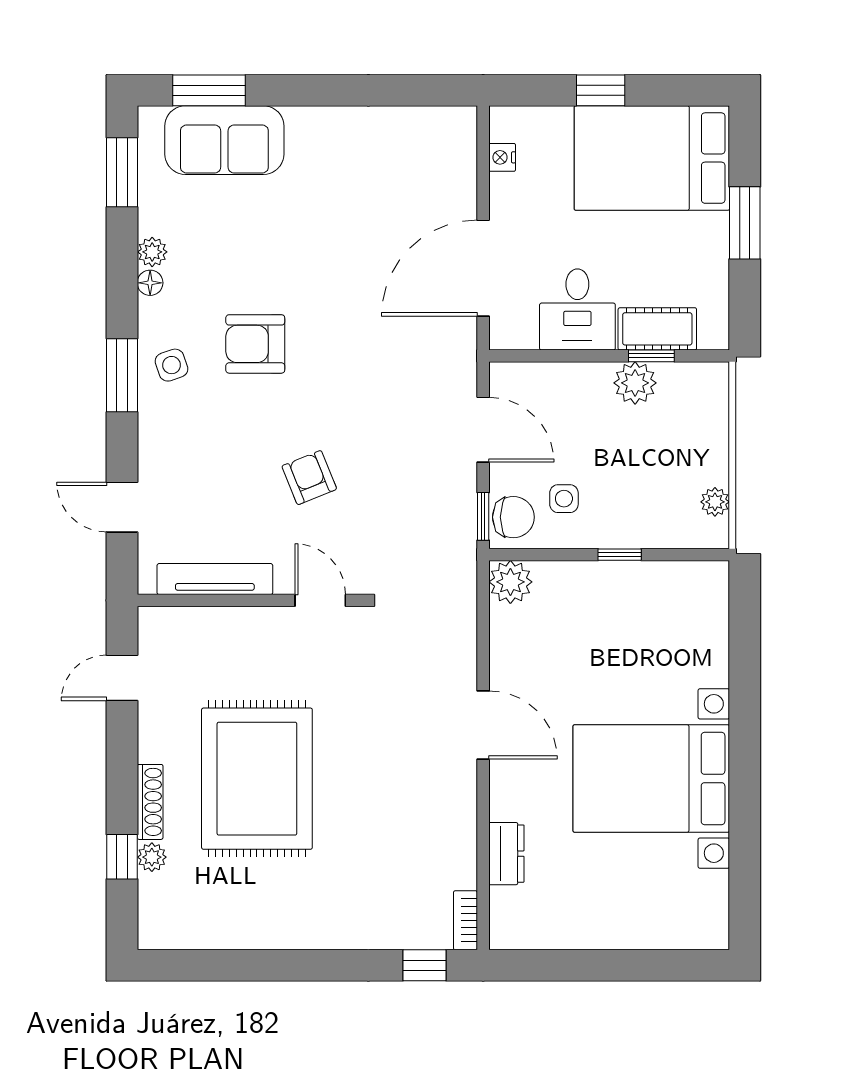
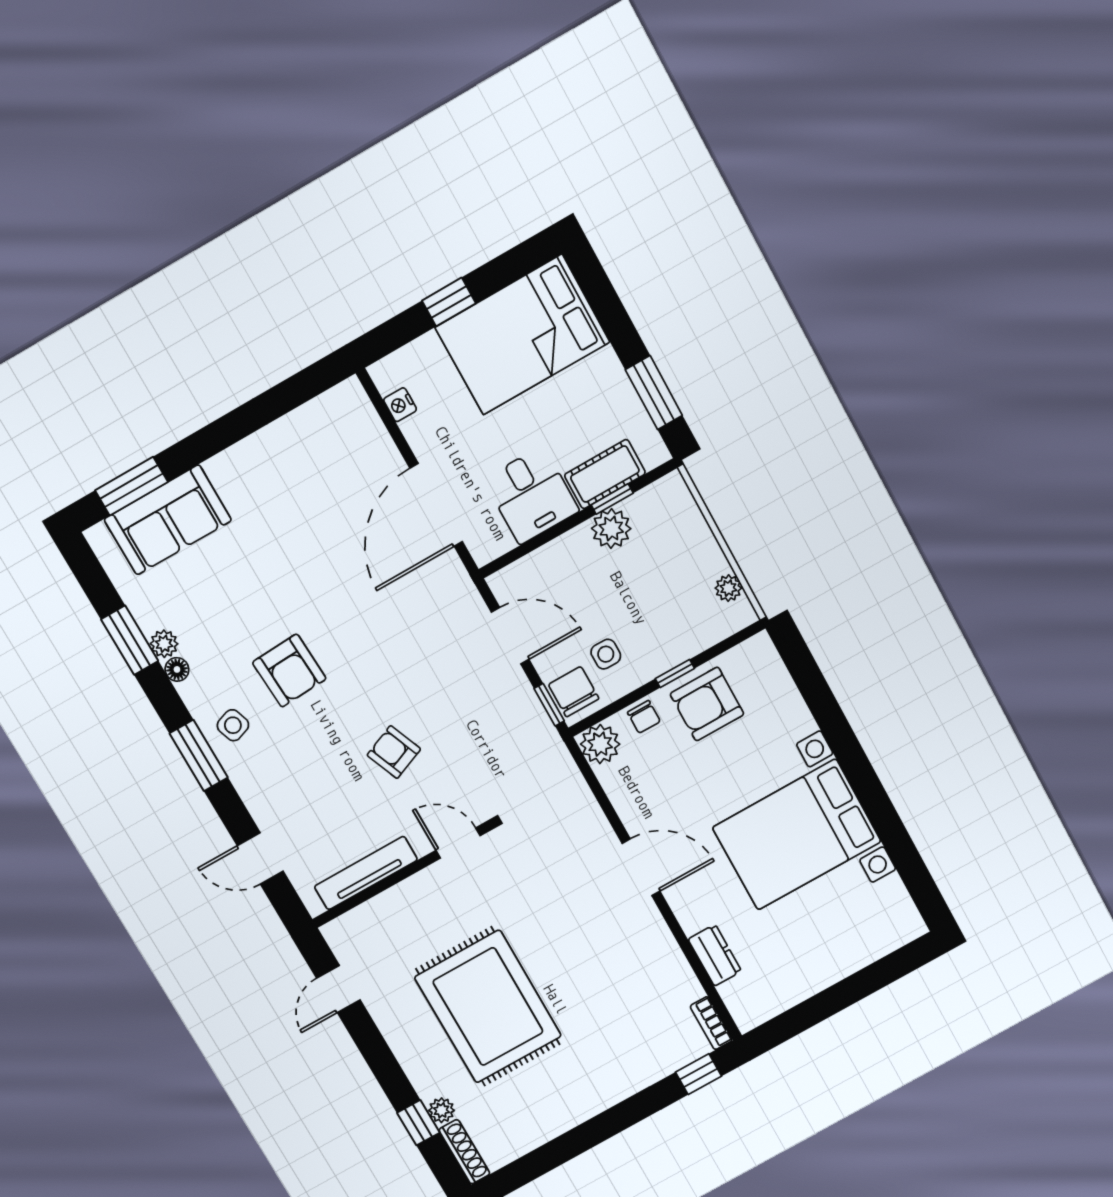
window: (122, 172) -> (130, 640), moved
window: (745, 223) -> (654, 393), moved
armchair: (255, 344) -> (289, 671), turned -93
chair: (513, 517) -> (574, 692), turned -90
chair: (567, 579) -> (644, 717), added
armchair: (634, 601) -> (707, 704), added
shoe rack: (150, 802) -> (464, 1152), moved

